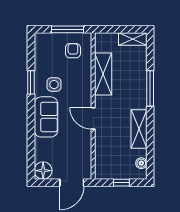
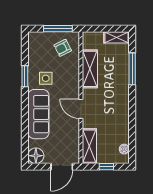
armchair: (73, 51) -> (63, 48), turned -117
window: (150, 88) -> (132, 69), moved
sofa: (46, 117) -> (38, 114), width x1.36
shelving: (139, 129) -> (89, 146), moved

